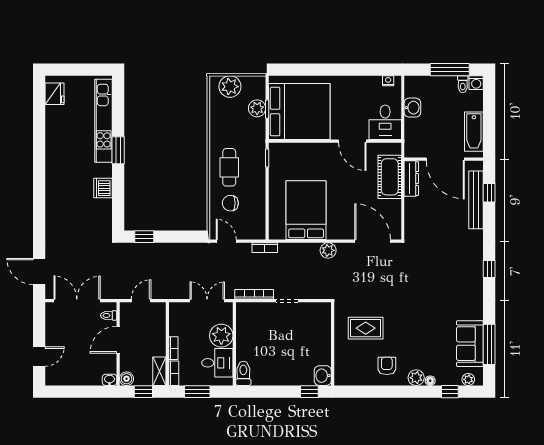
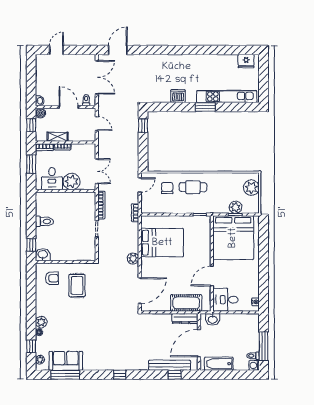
washbasin: (412, 108) -> (213, 319), moved
door: (39, 357) -> (56, 50), swing flipped
armchair: (387, 366) -> (52, 278), moved
shelving: (159, 371) -> (58, 137), moved
toilet: (243, 373) -> (44, 221), moved

